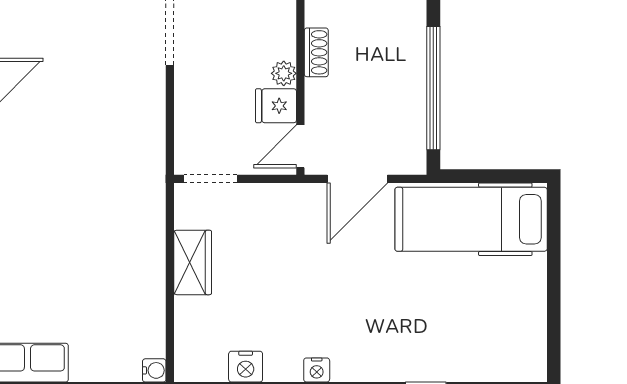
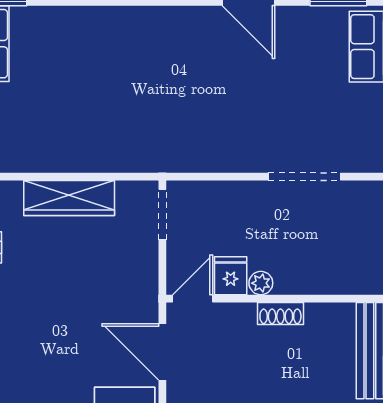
door: (300, 146) -> (193, 299), hinge flipped
wardrobe: (193, 262) -> (69, 198), width x1.50

